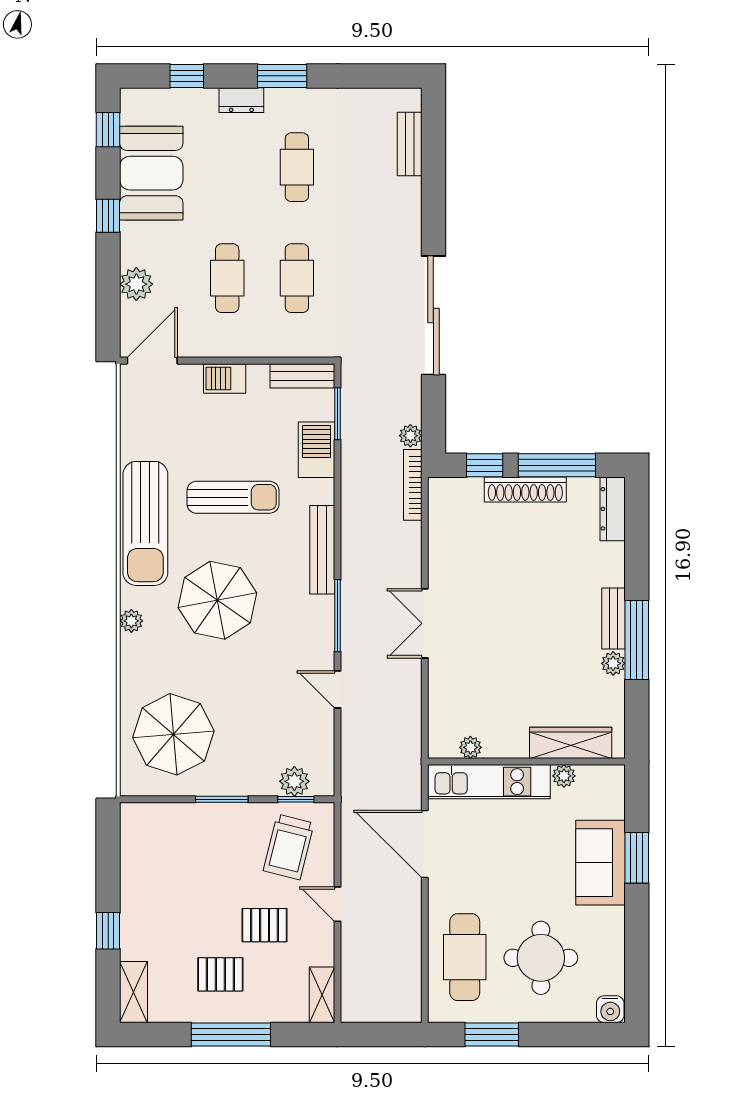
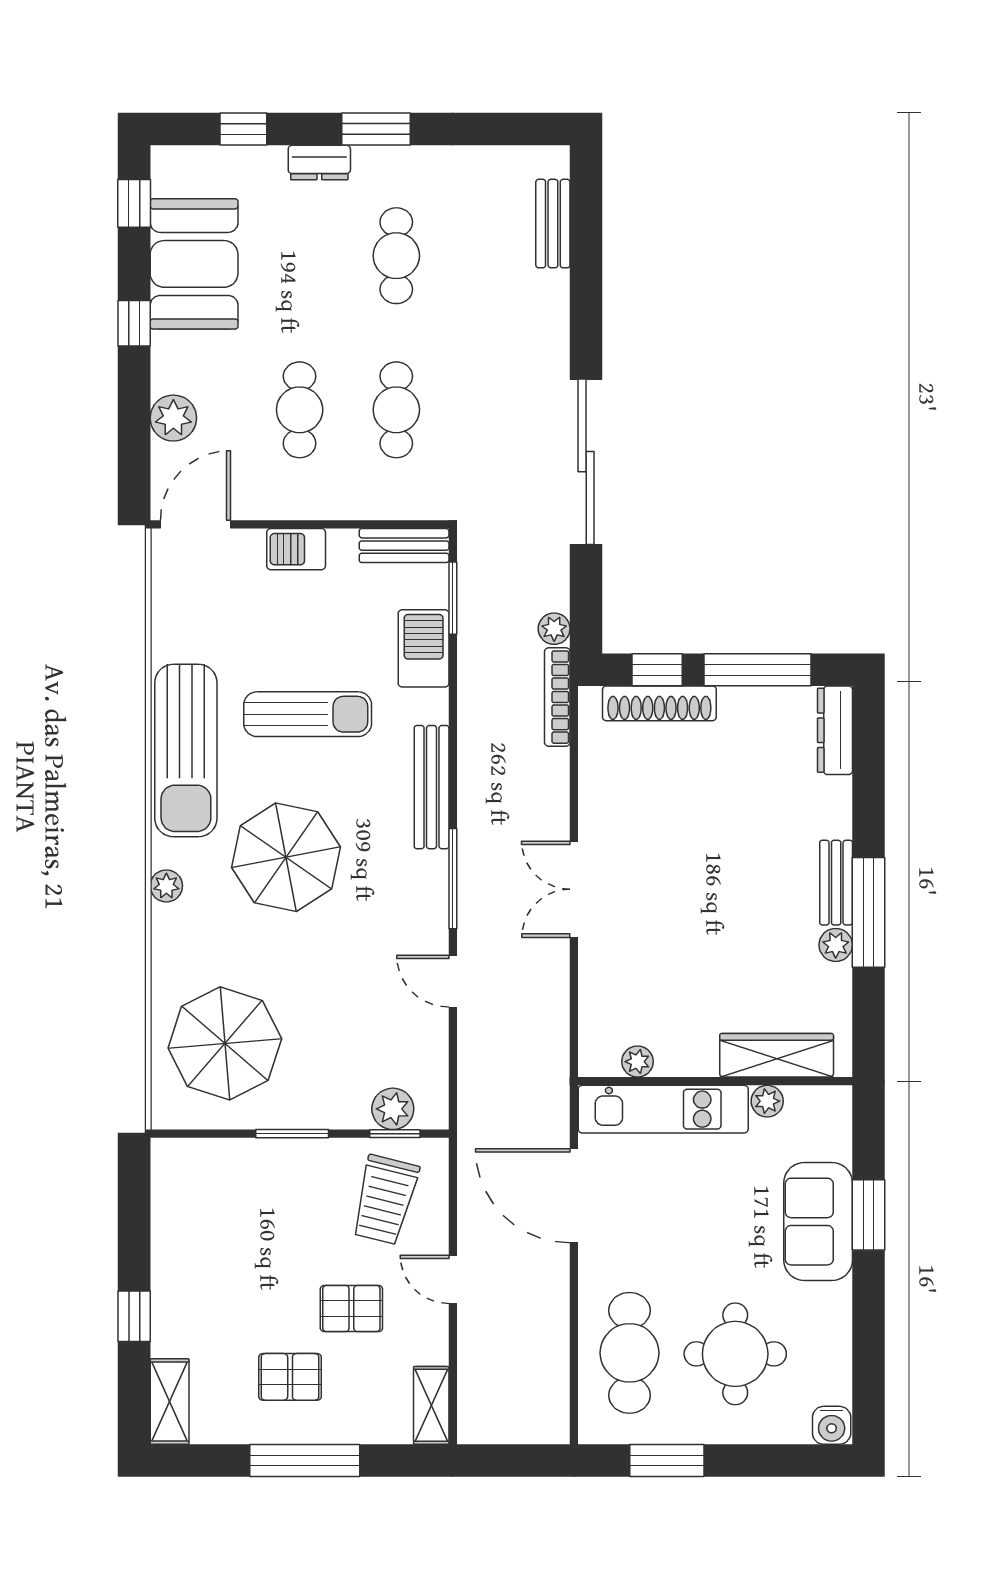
shoe rack: (525, 489) -> (659, 703), moved

